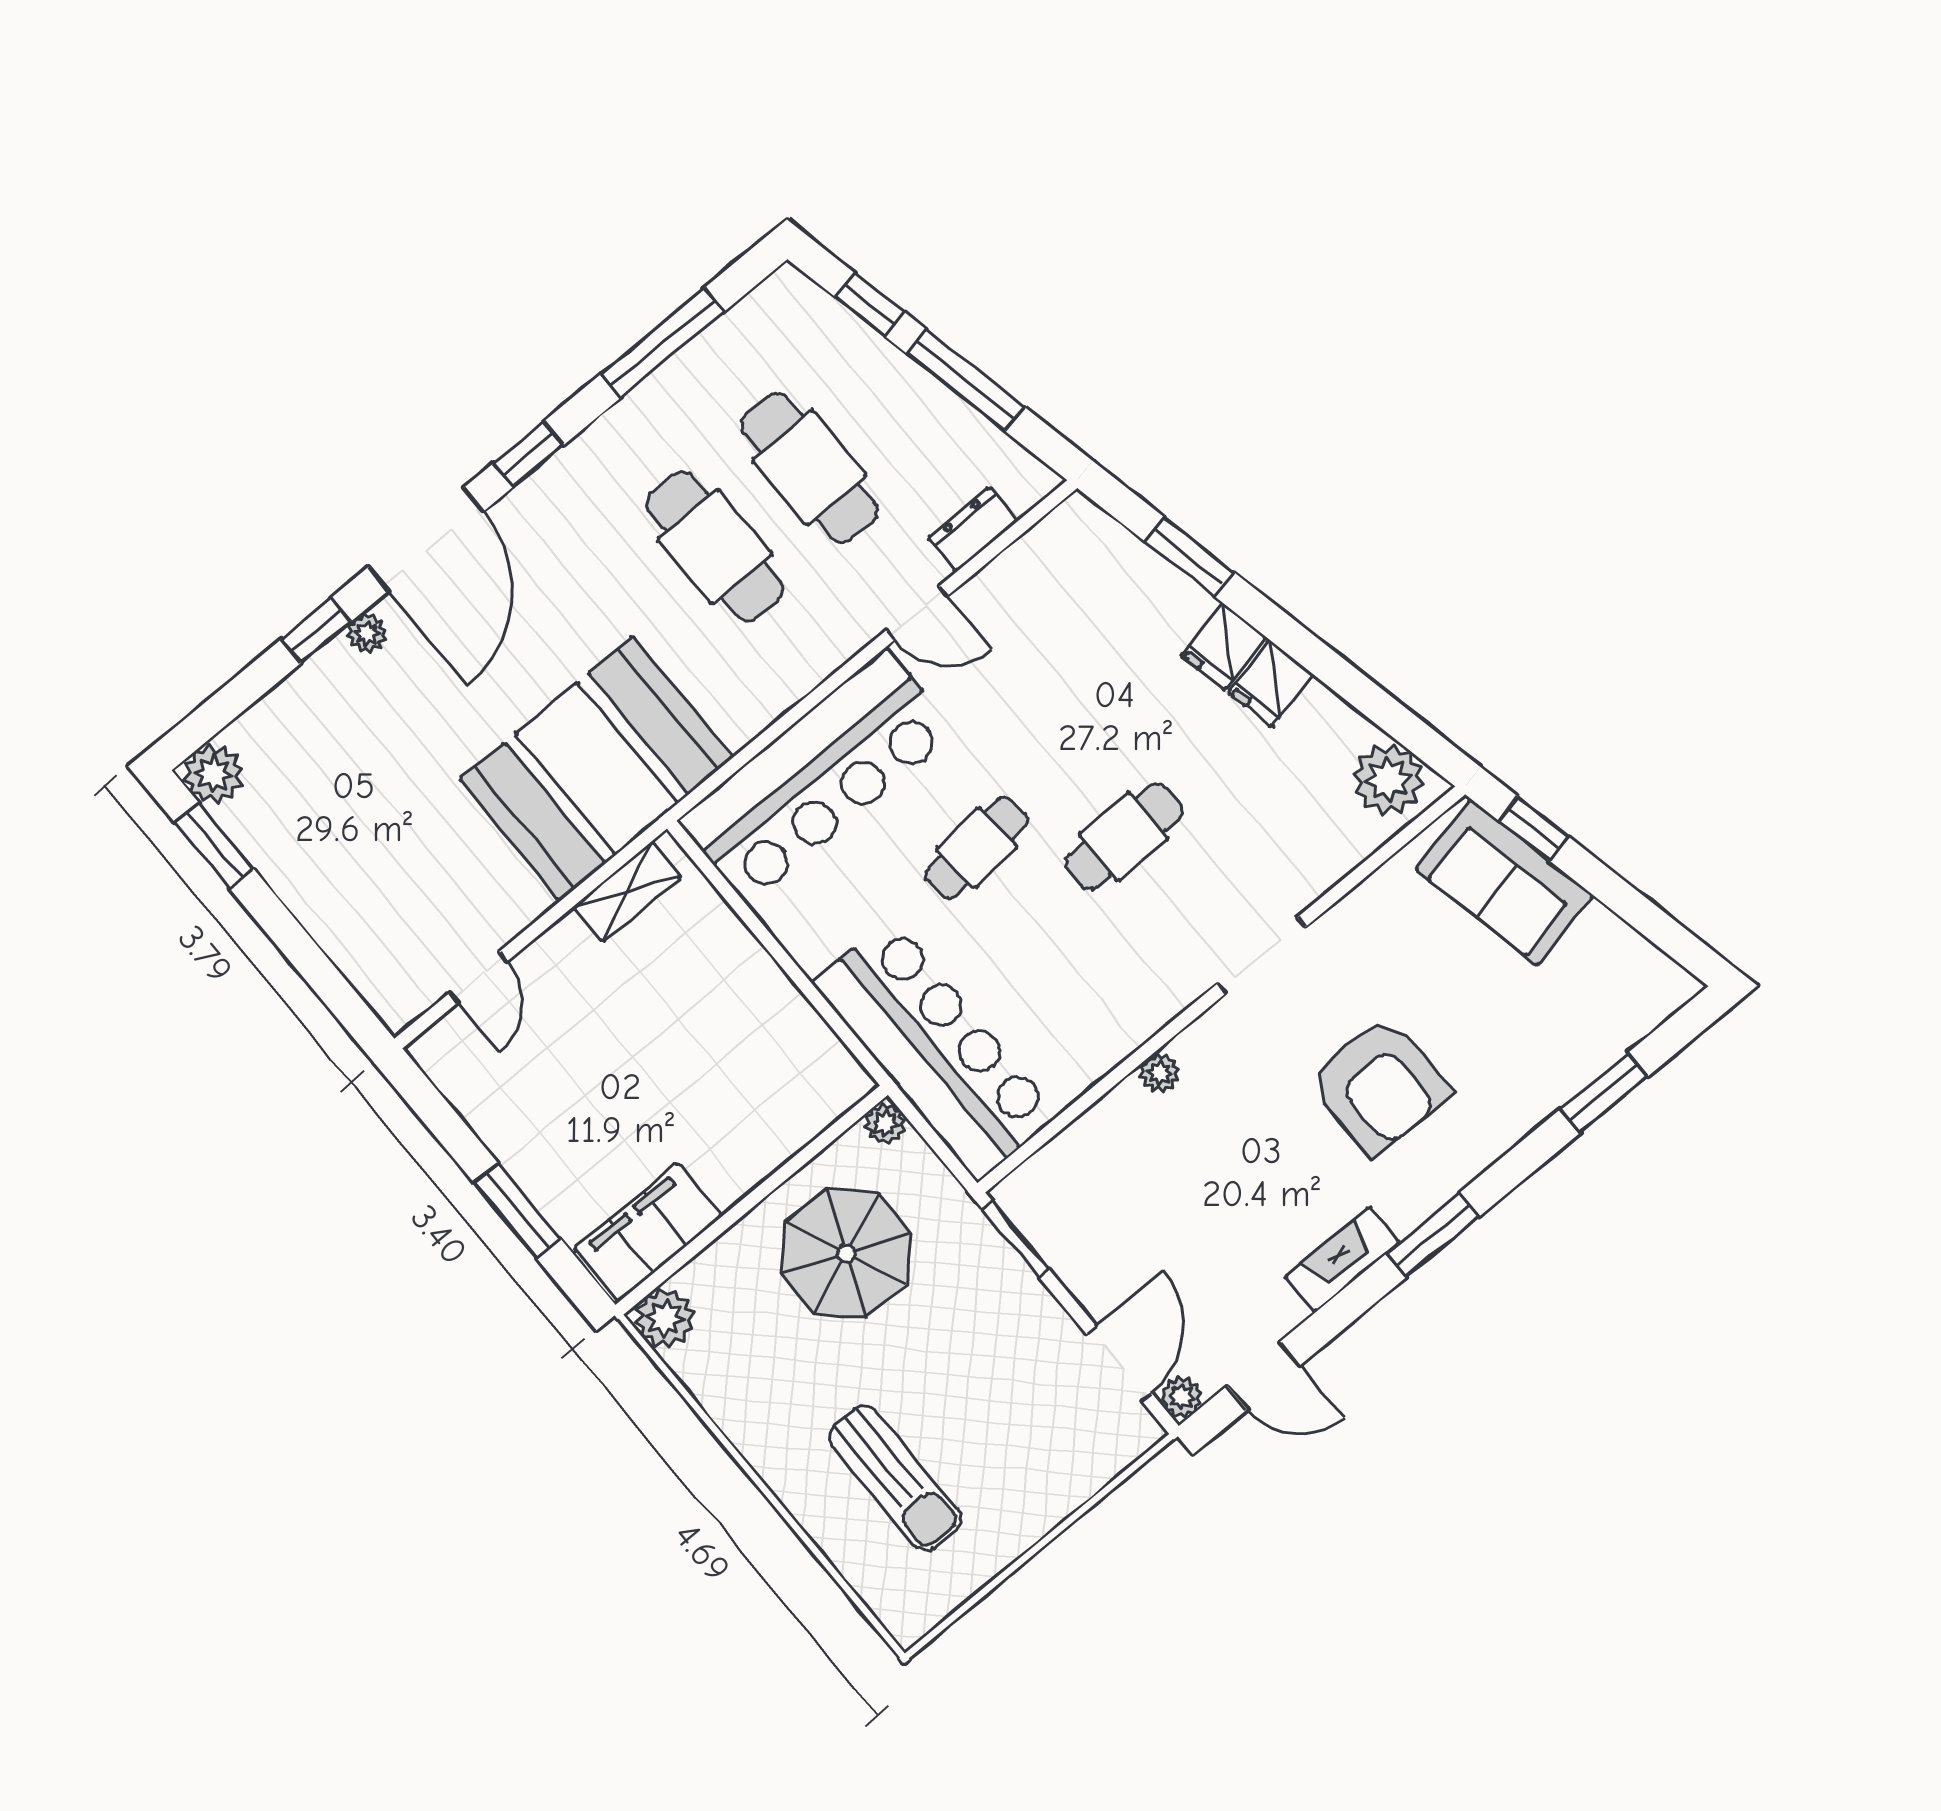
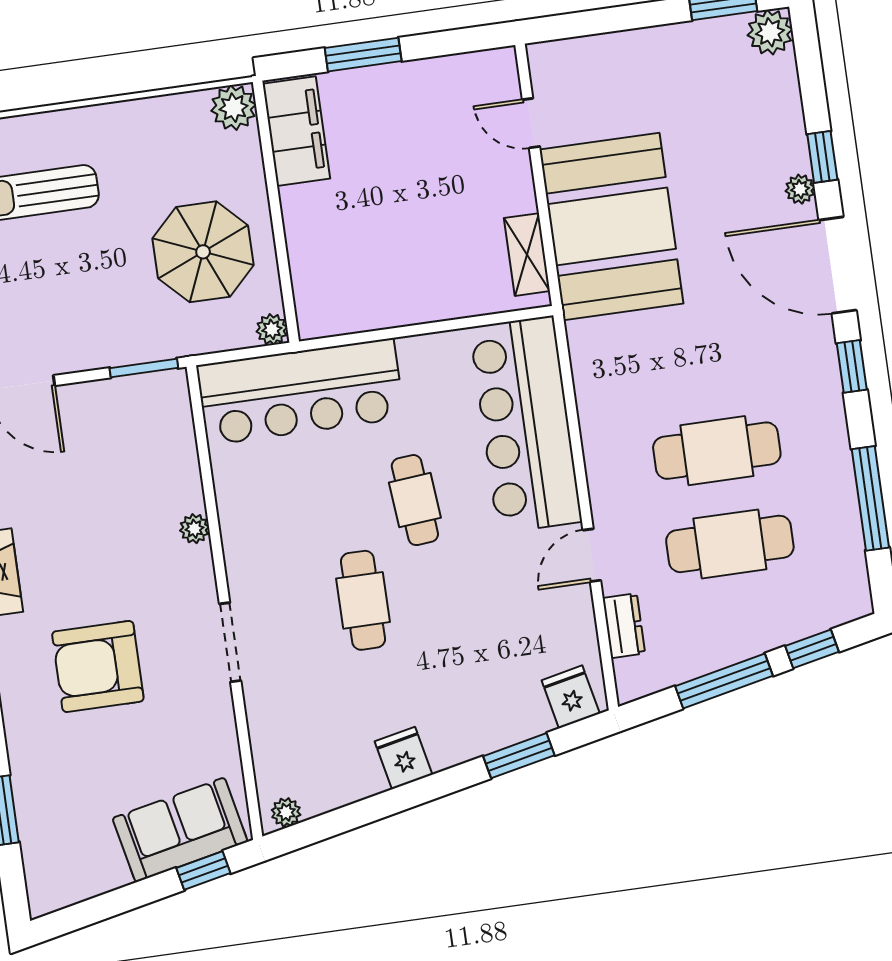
fridge: (1223, 646) -> (571, 697), moved
booth: (596, 768) -> (611, 227), moved
plant: (1388, 779) -> (286, 812), width x0.53, depth x0.53

